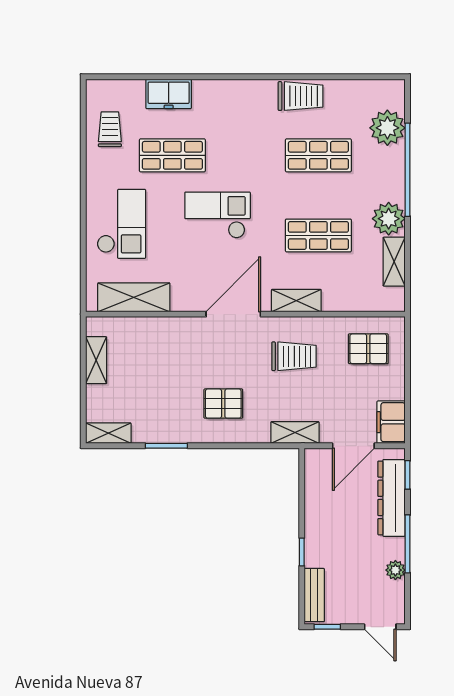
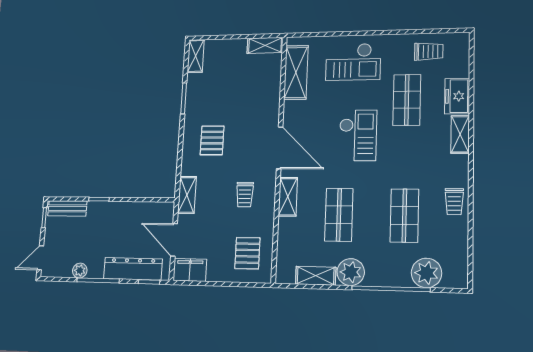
shelving: (217, 90) -> (460, 134), added
trolley: (301, 96) -> (454, 202), width x0.73, depth x0.72
trolley: (294, 356) -> (245, 195), width x0.73, depth x0.72
shelving: (96, 360) -> (265, 45), moved

